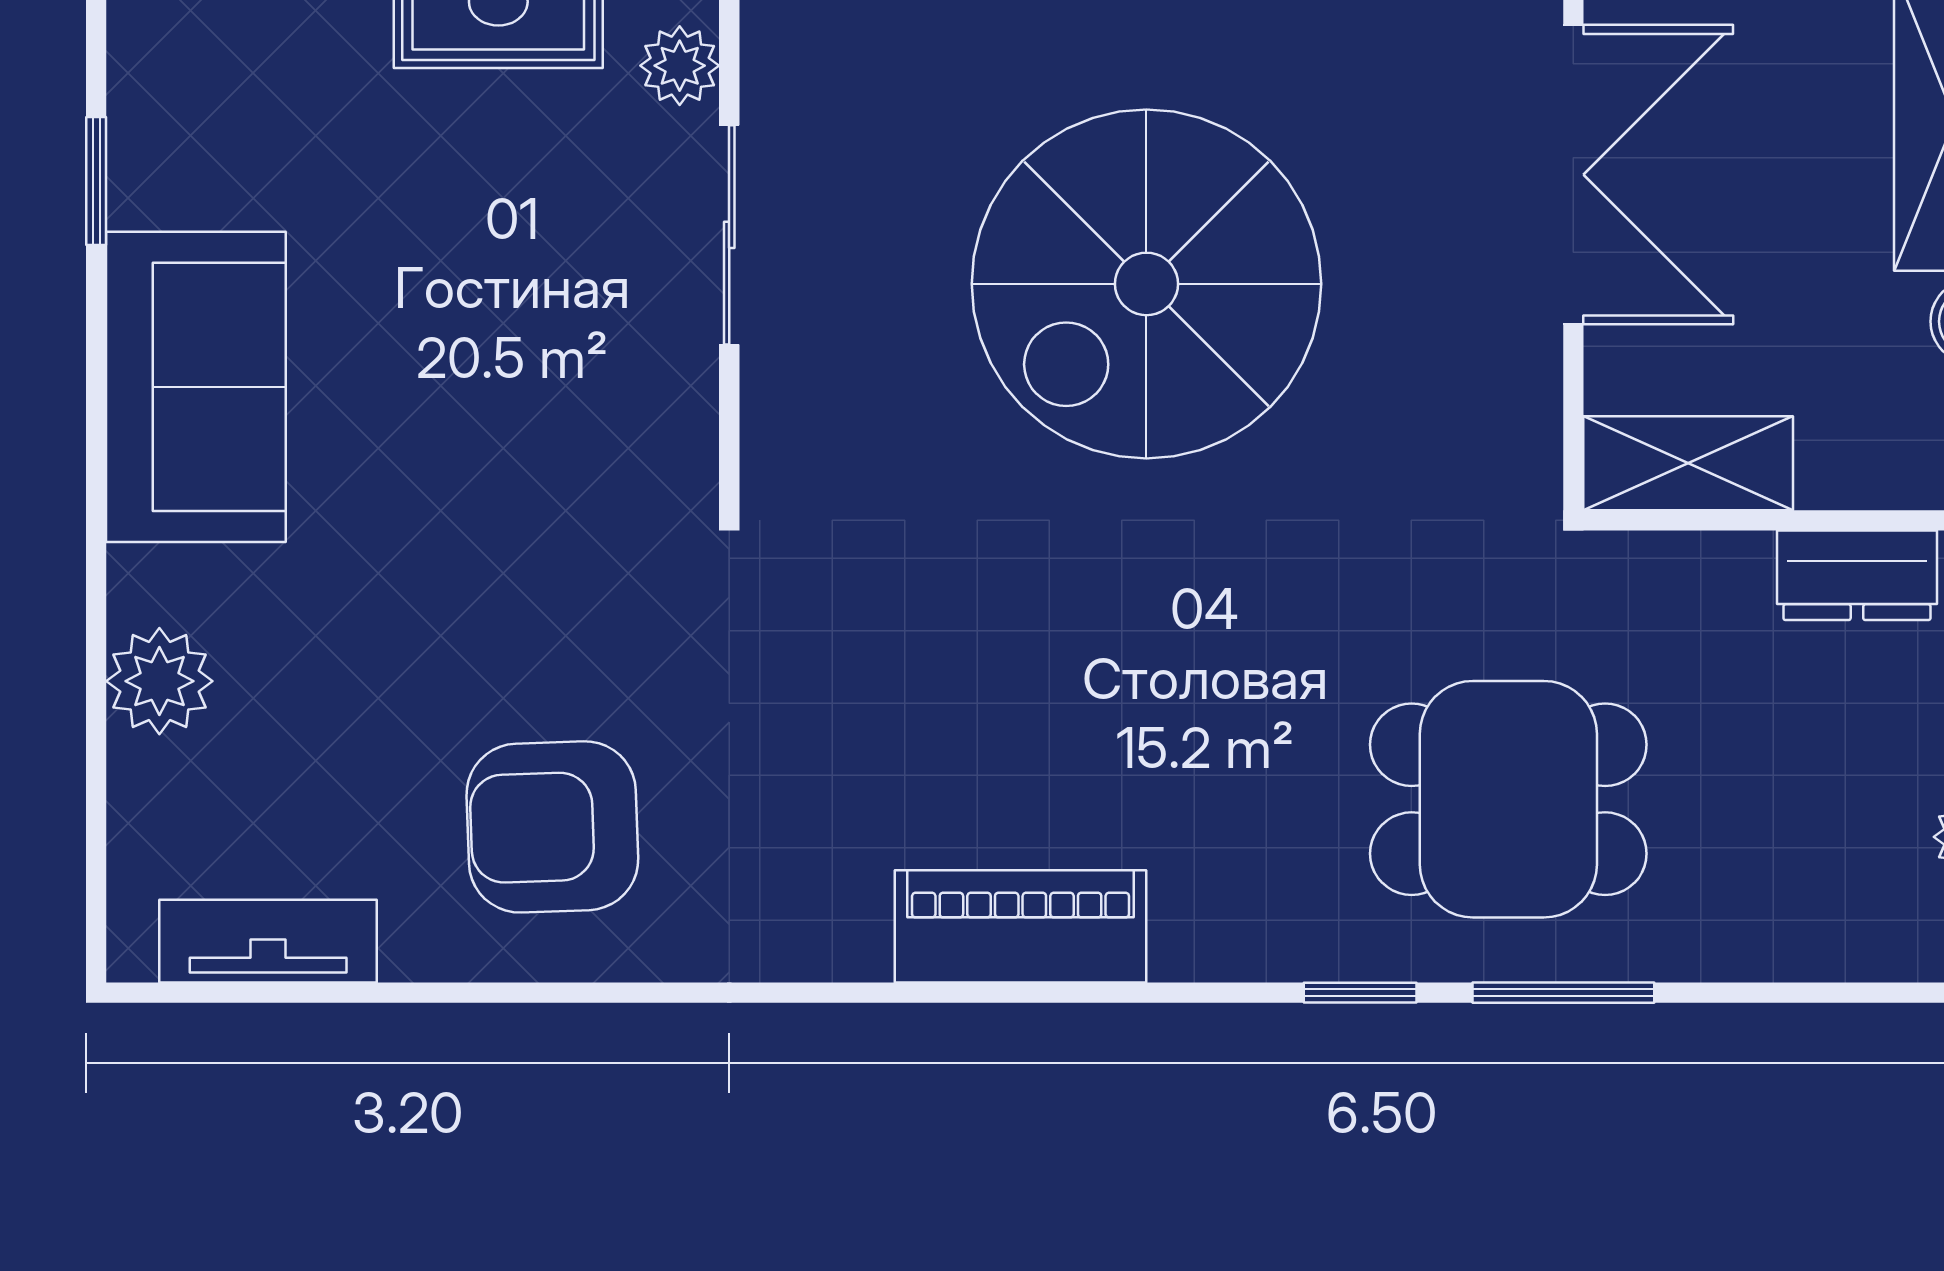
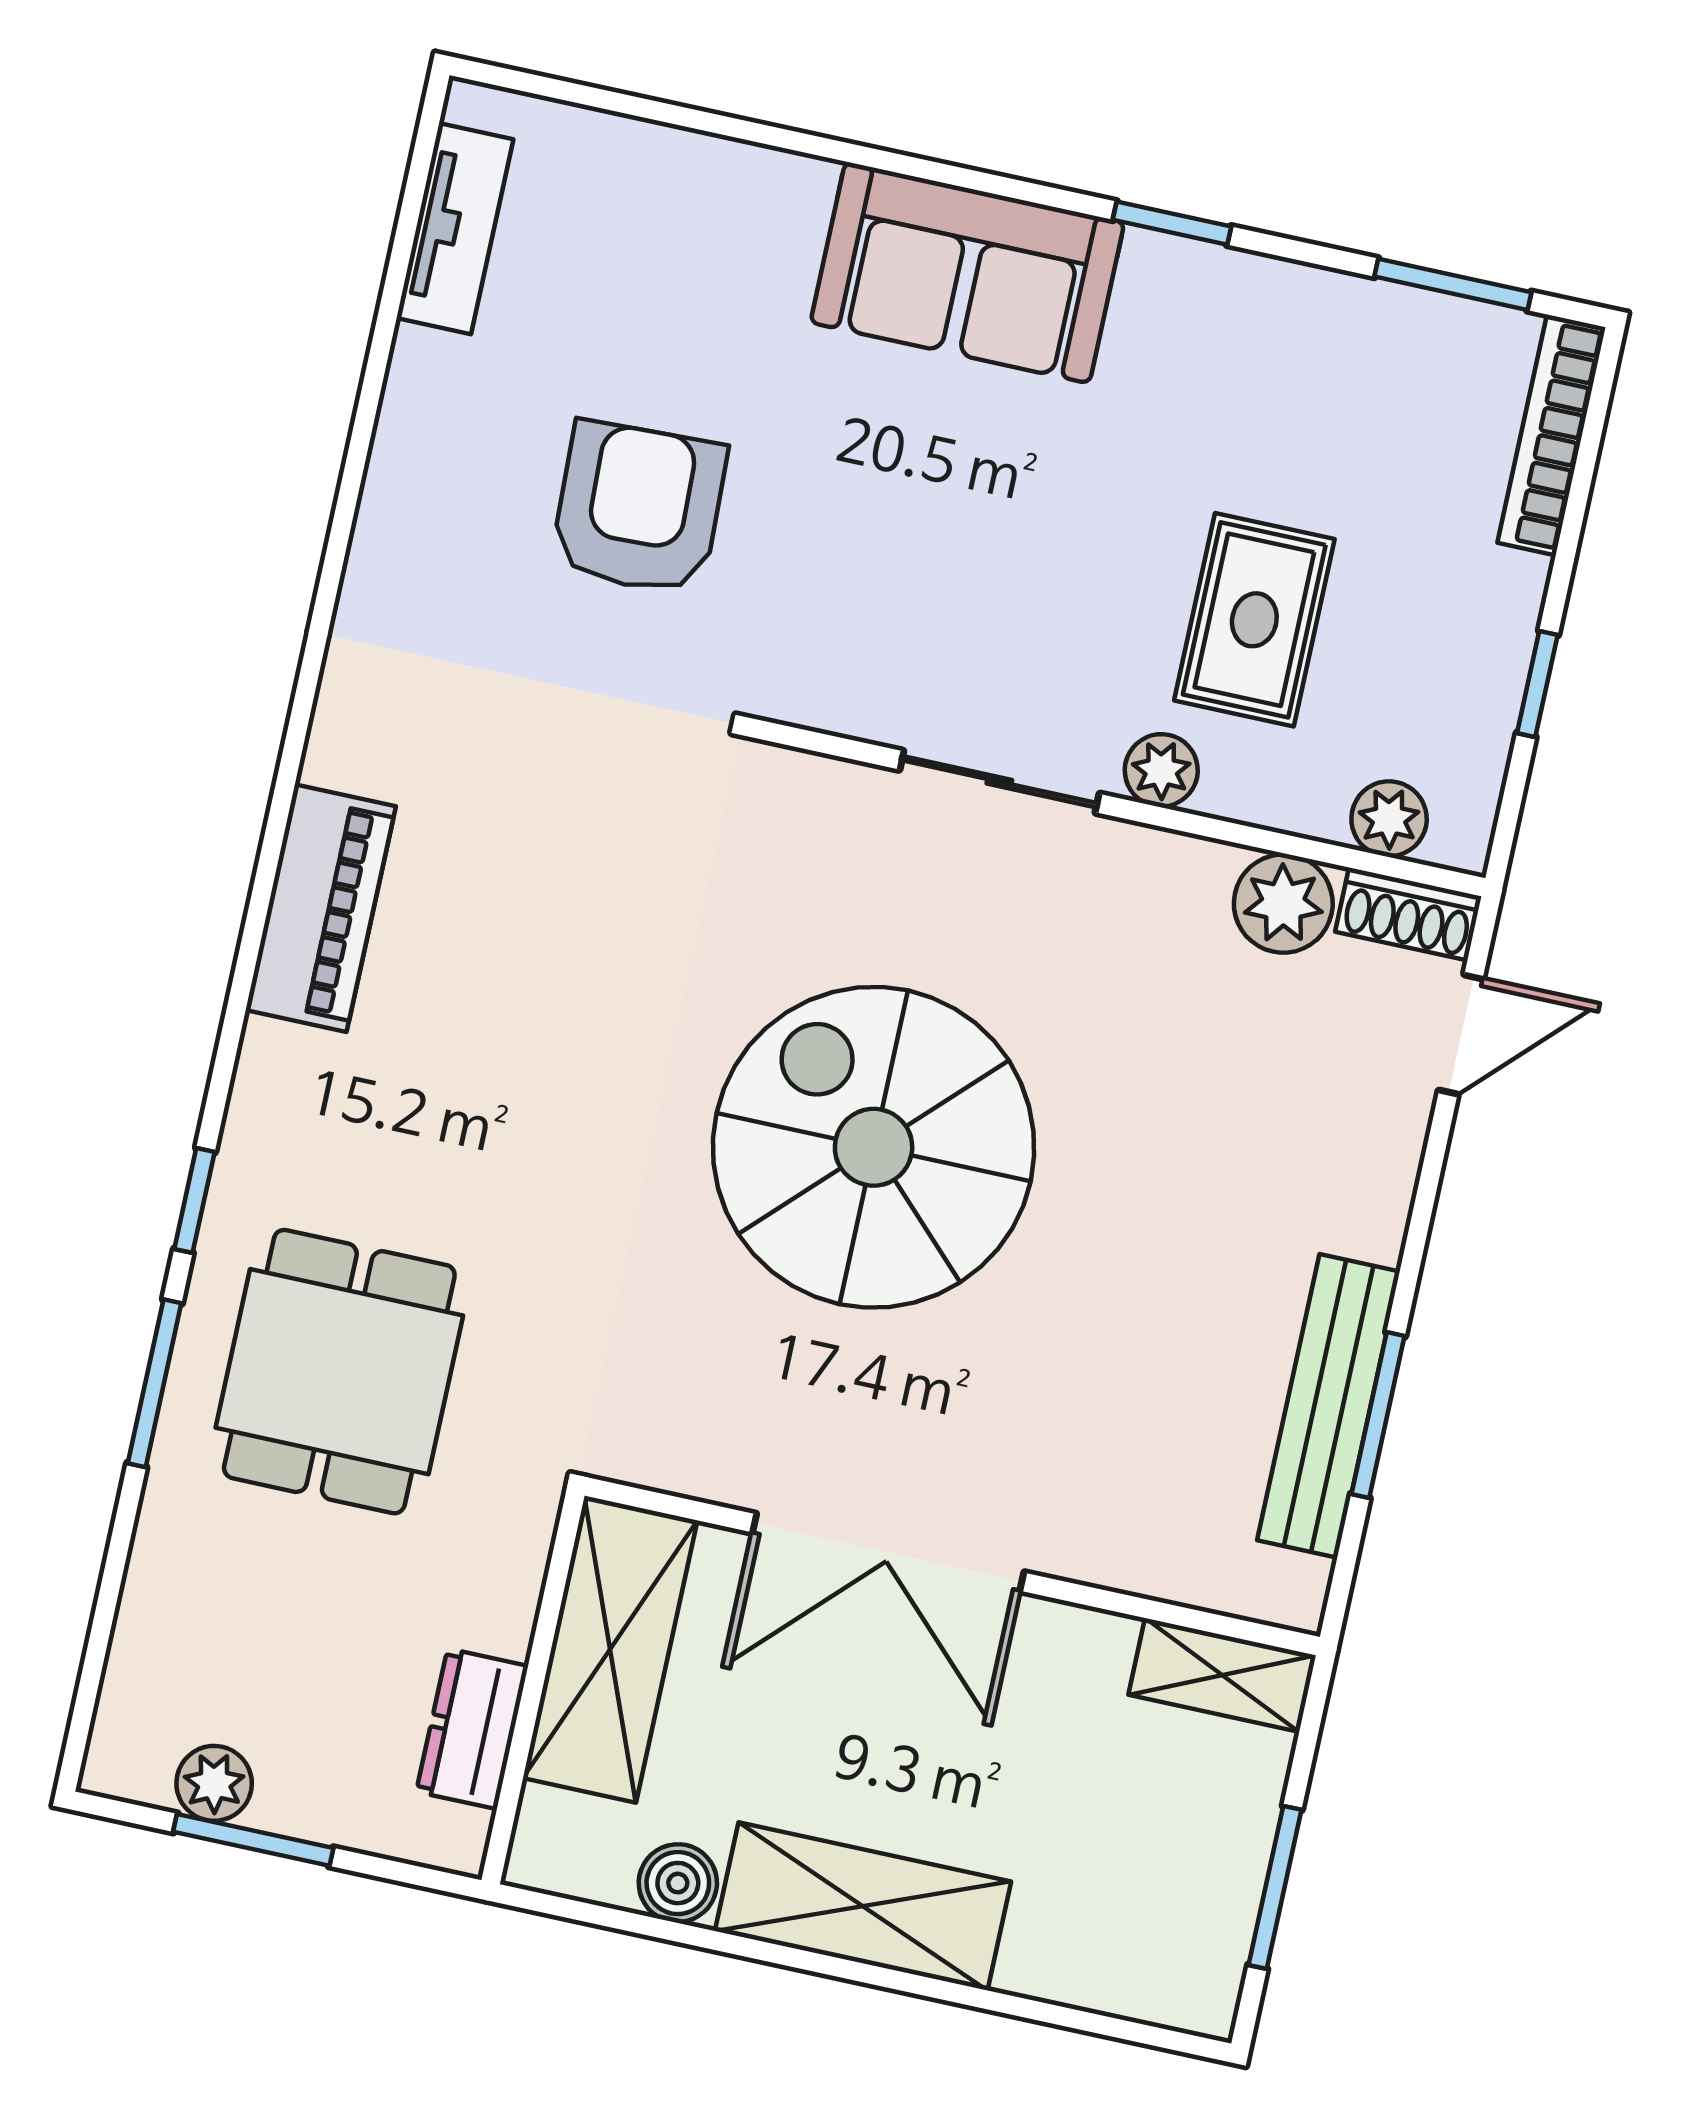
shelving: (1688, 463) -> (610, 1649), width x1.50, depth x1.33
plant: (159, 681) -> (710, 182), removed
armchair: (552, 827) -> (639, 508), moved

